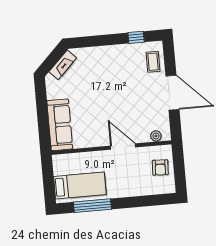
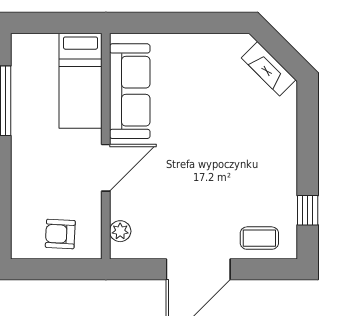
sofa: (60, 125) -> (130, 91), moved, turned -90
bed: (80, 185) -> (81, 81), moved

